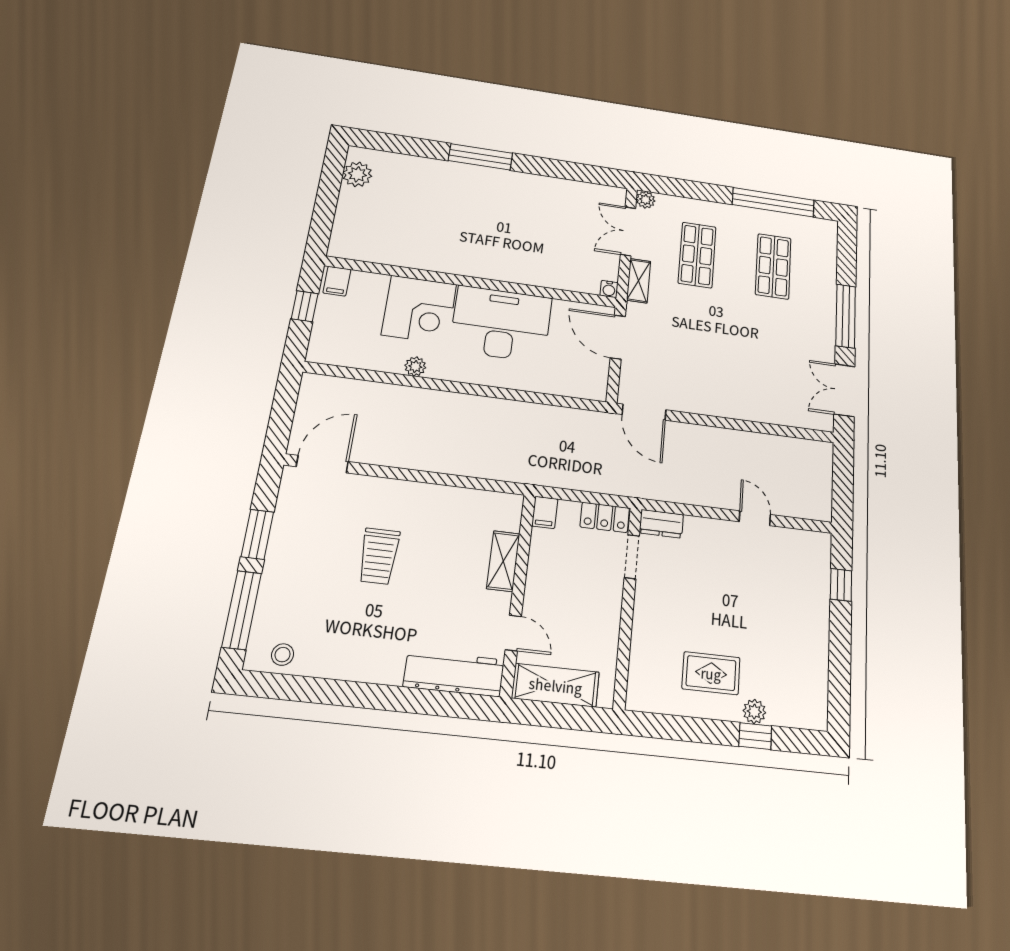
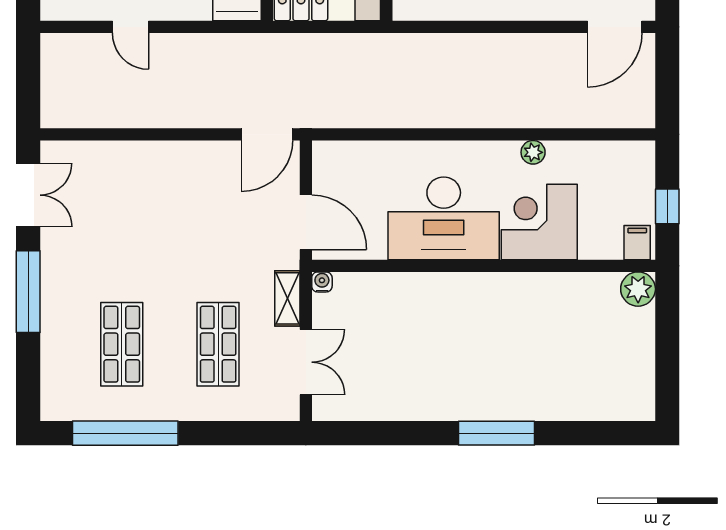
plant: (357, 174) -> (638, 289), moved
plant: (646, 200) -> (288, 409), removed
door: (644, 412) -> (267, 134), swing flipped

